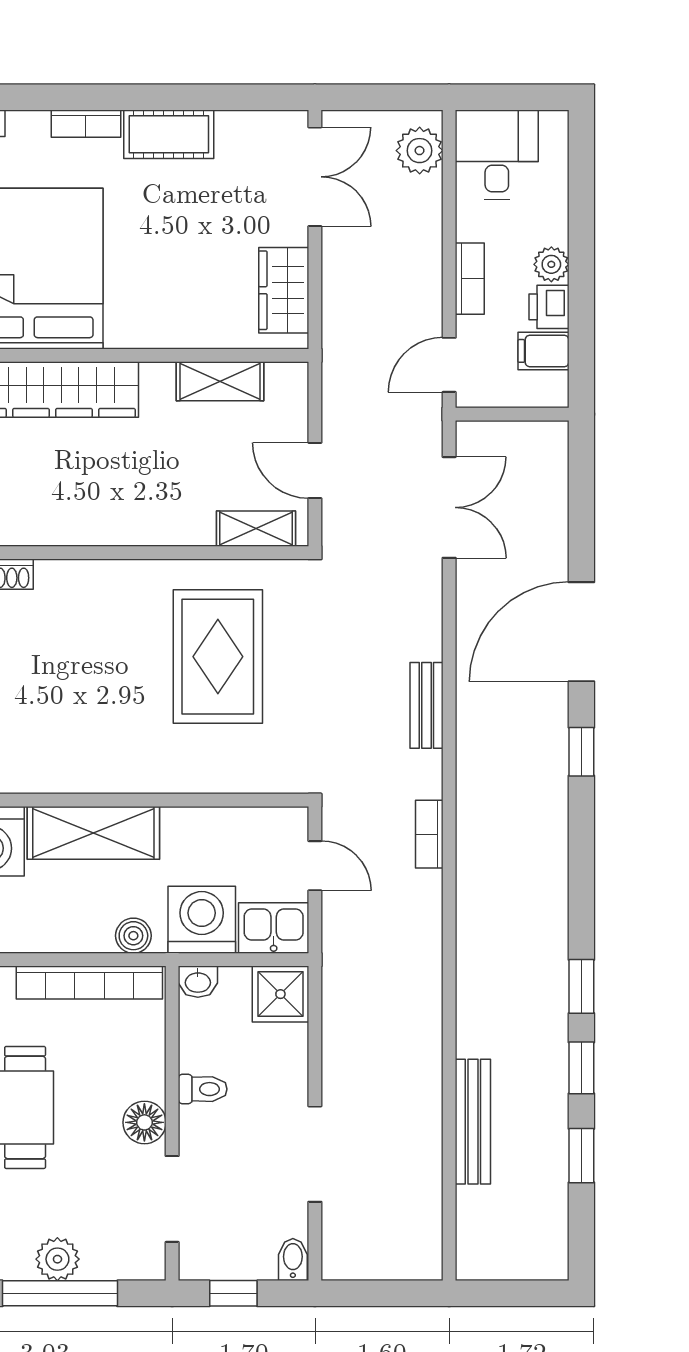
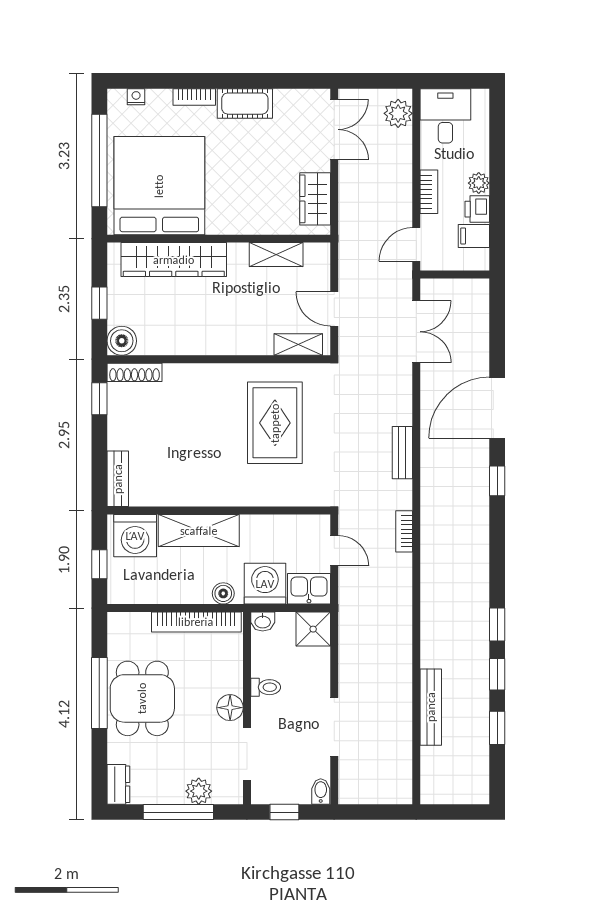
plant: (57, 1259) -> (199, 791), moved

